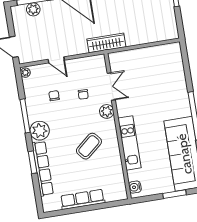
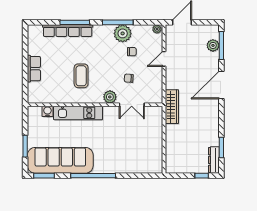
plant: (40, 131) -> (123, 33), moved
coffee table: (89, 146) -> (81, 76), turned 40
window: (33, 162) -> (75, 22), width x1.44
water cooler: (135, 187) -> (47, 111), moved
row of seats: (83, 199) -> (34, 69), width x0.68

